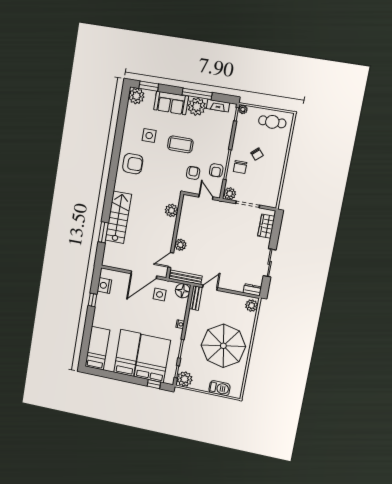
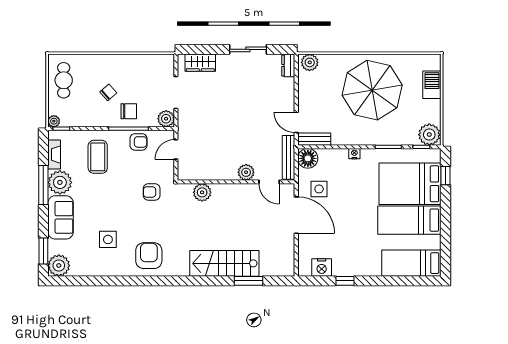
coffee table: (180, 144) -> (98, 157), moved
armchair: (193, 173) -> (152, 192), moved

